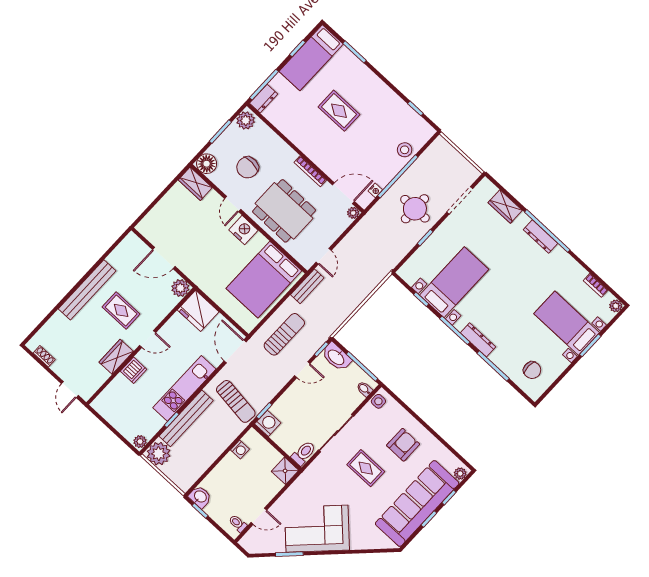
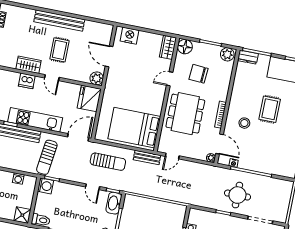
stool: (405, 150) -> (244, 123), moved
nightstand: (243, 230) -> (130, 36), moved, turned -90

